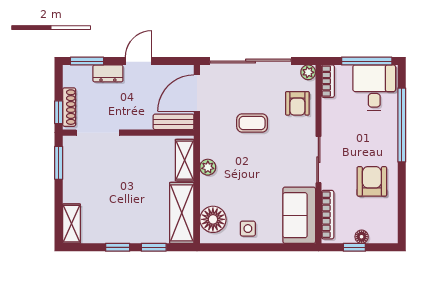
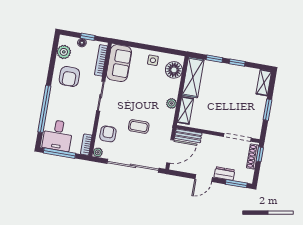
window: (59, 163) -> (267, 110), moved
plant: (387, 218) -> (64, 52), added

